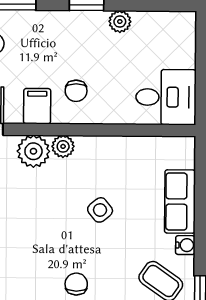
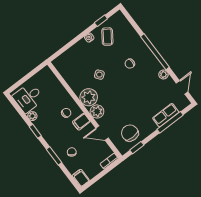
desk: (166, 97) -> (28, 98), moved, turned -90
plant: (63, 146) -> (89, 97), width x1.87, depth x1.87
row of seats: (180, 202) -> (76, 50), removed

